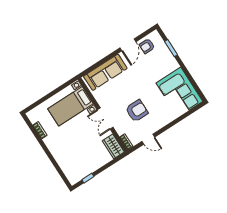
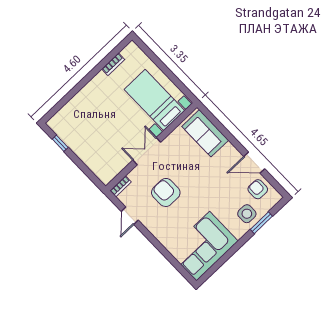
side table: (163, 57) -> (247, 214), added
sofa: (105, 72) -> (205, 133), width x0.73
armchair: (137, 111) -> (166, 192), turned 180
wardrobe: (113, 146) -> (111, 170), removed

